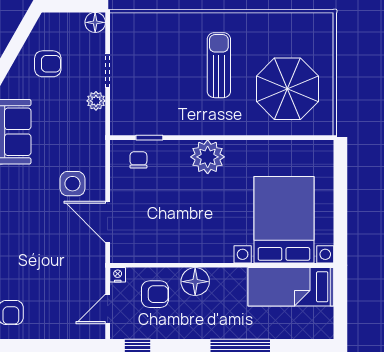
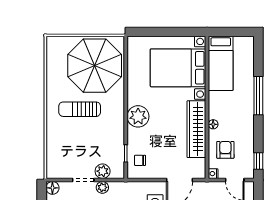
parasol: (287, 89) -> (95, 66), width x1.36, depth x1.36
plant: (121, 101) -> (103, 171), added
wardrobe: (188, 249) -> (196, 129), added
floor lamp: (195, 282) -> (213, 124), width x0.53, depth x0.53

